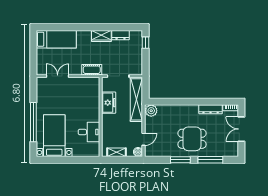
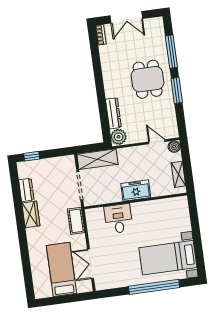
bed: (56, 39) -> (62, 269), moved
shelving: (136, 99) -> (97, 159), width x0.68
freezer: (109, 103) -> (136, 190), moved
dresser: (211, 109) -> (113, 113), moved
desk: (89, 132) -> (118, 219), moved

